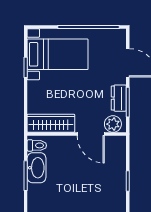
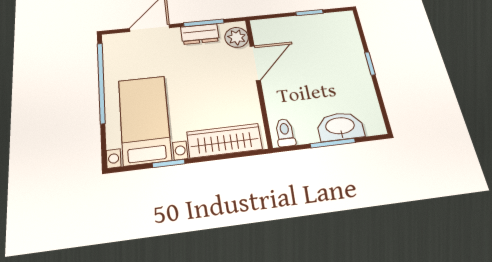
wardrobe: (51, 123) -> (224, 141), moved, turned 90
washbasin: (36, 168) -> (340, 126), moved

